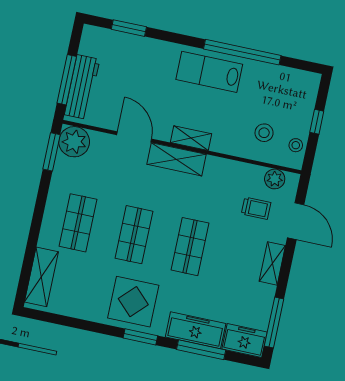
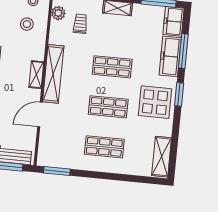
plant: (74, 142) -> (48, 156), removed
shelving: (177, 159) -> (53, 74), width x1.47
shelving: (41, 277) -> (162, 157), moved, turned 90

